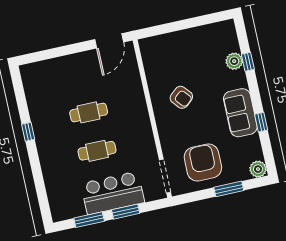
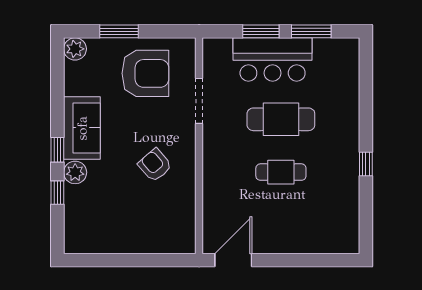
plant: (234, 61) -> (75, 172), moved
window: (261, 122) -> (57, 150), moved
cafe table: (97, 151) -> (281, 119), width x1.37, depth x1.35
armchair: (203, 163) -> (145, 73), turned -90
doorway: (165, 176) -> (199, 101), moved

